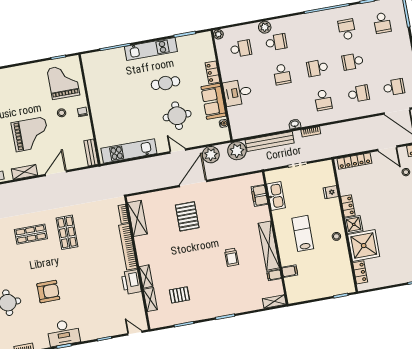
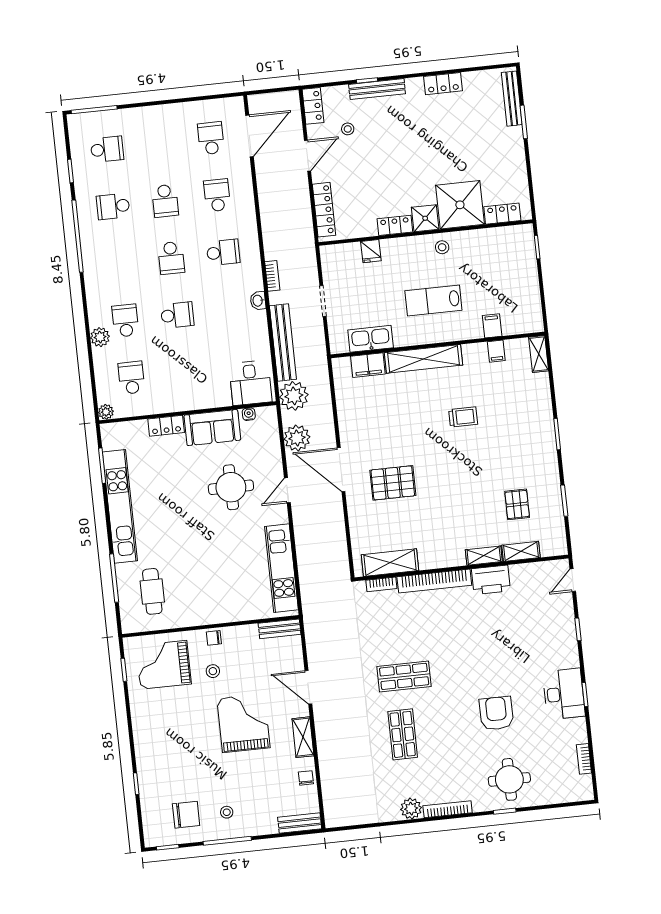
kitchen unit: (151, 49) -> (120, 506), width x1.36
cafe table: (165, 83) -> (152, 591), moved
desk: (238, 92) -> (250, 383), moved
shelving: (269, 246) -> (424, 359), moved

